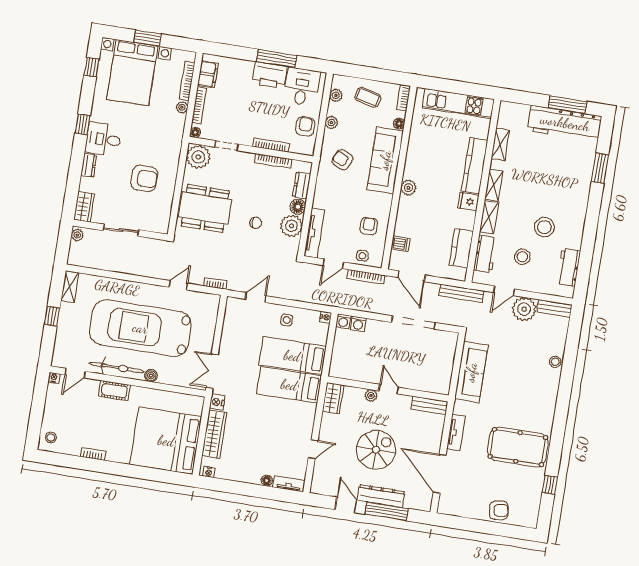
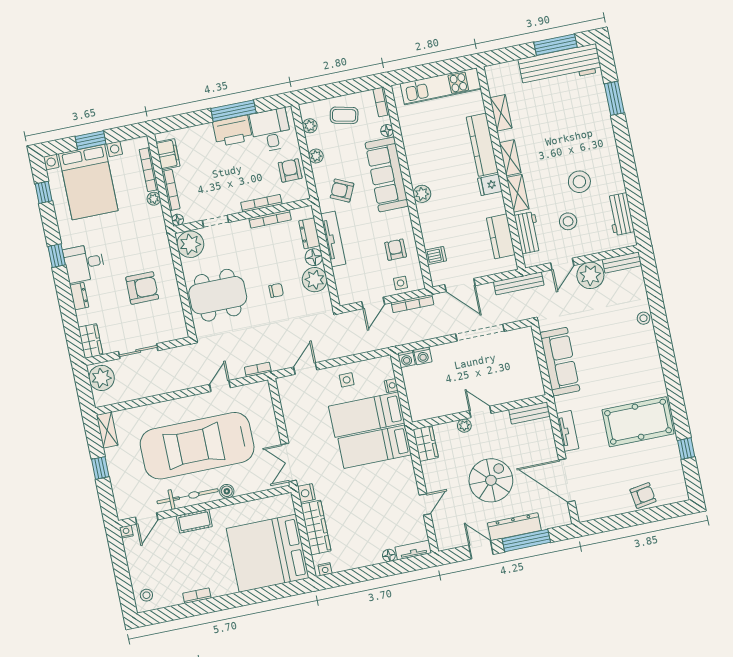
tv unit: (314, 233) -> (333, 239), moved
plant: (77, 235) -> (102, 378), width x1.87, depth x1.87
nightstand: (326, 317) -> (391, 386), moved

